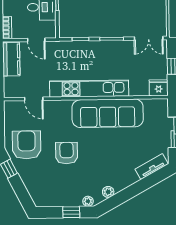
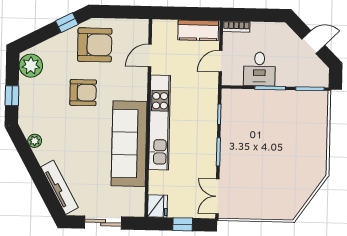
tv unit: (152, 167) -> (59, 187), width x1.41
plant: (88, 201) -> (31, 66), moved, width x1.88, depth x1.88

